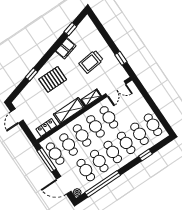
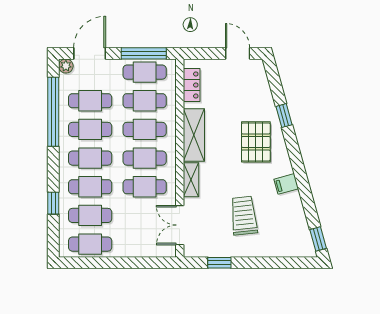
window: (70, 29) -> (318, 239), moved
filing cabinet: (66, 48) -> (286, 184), width x0.50

